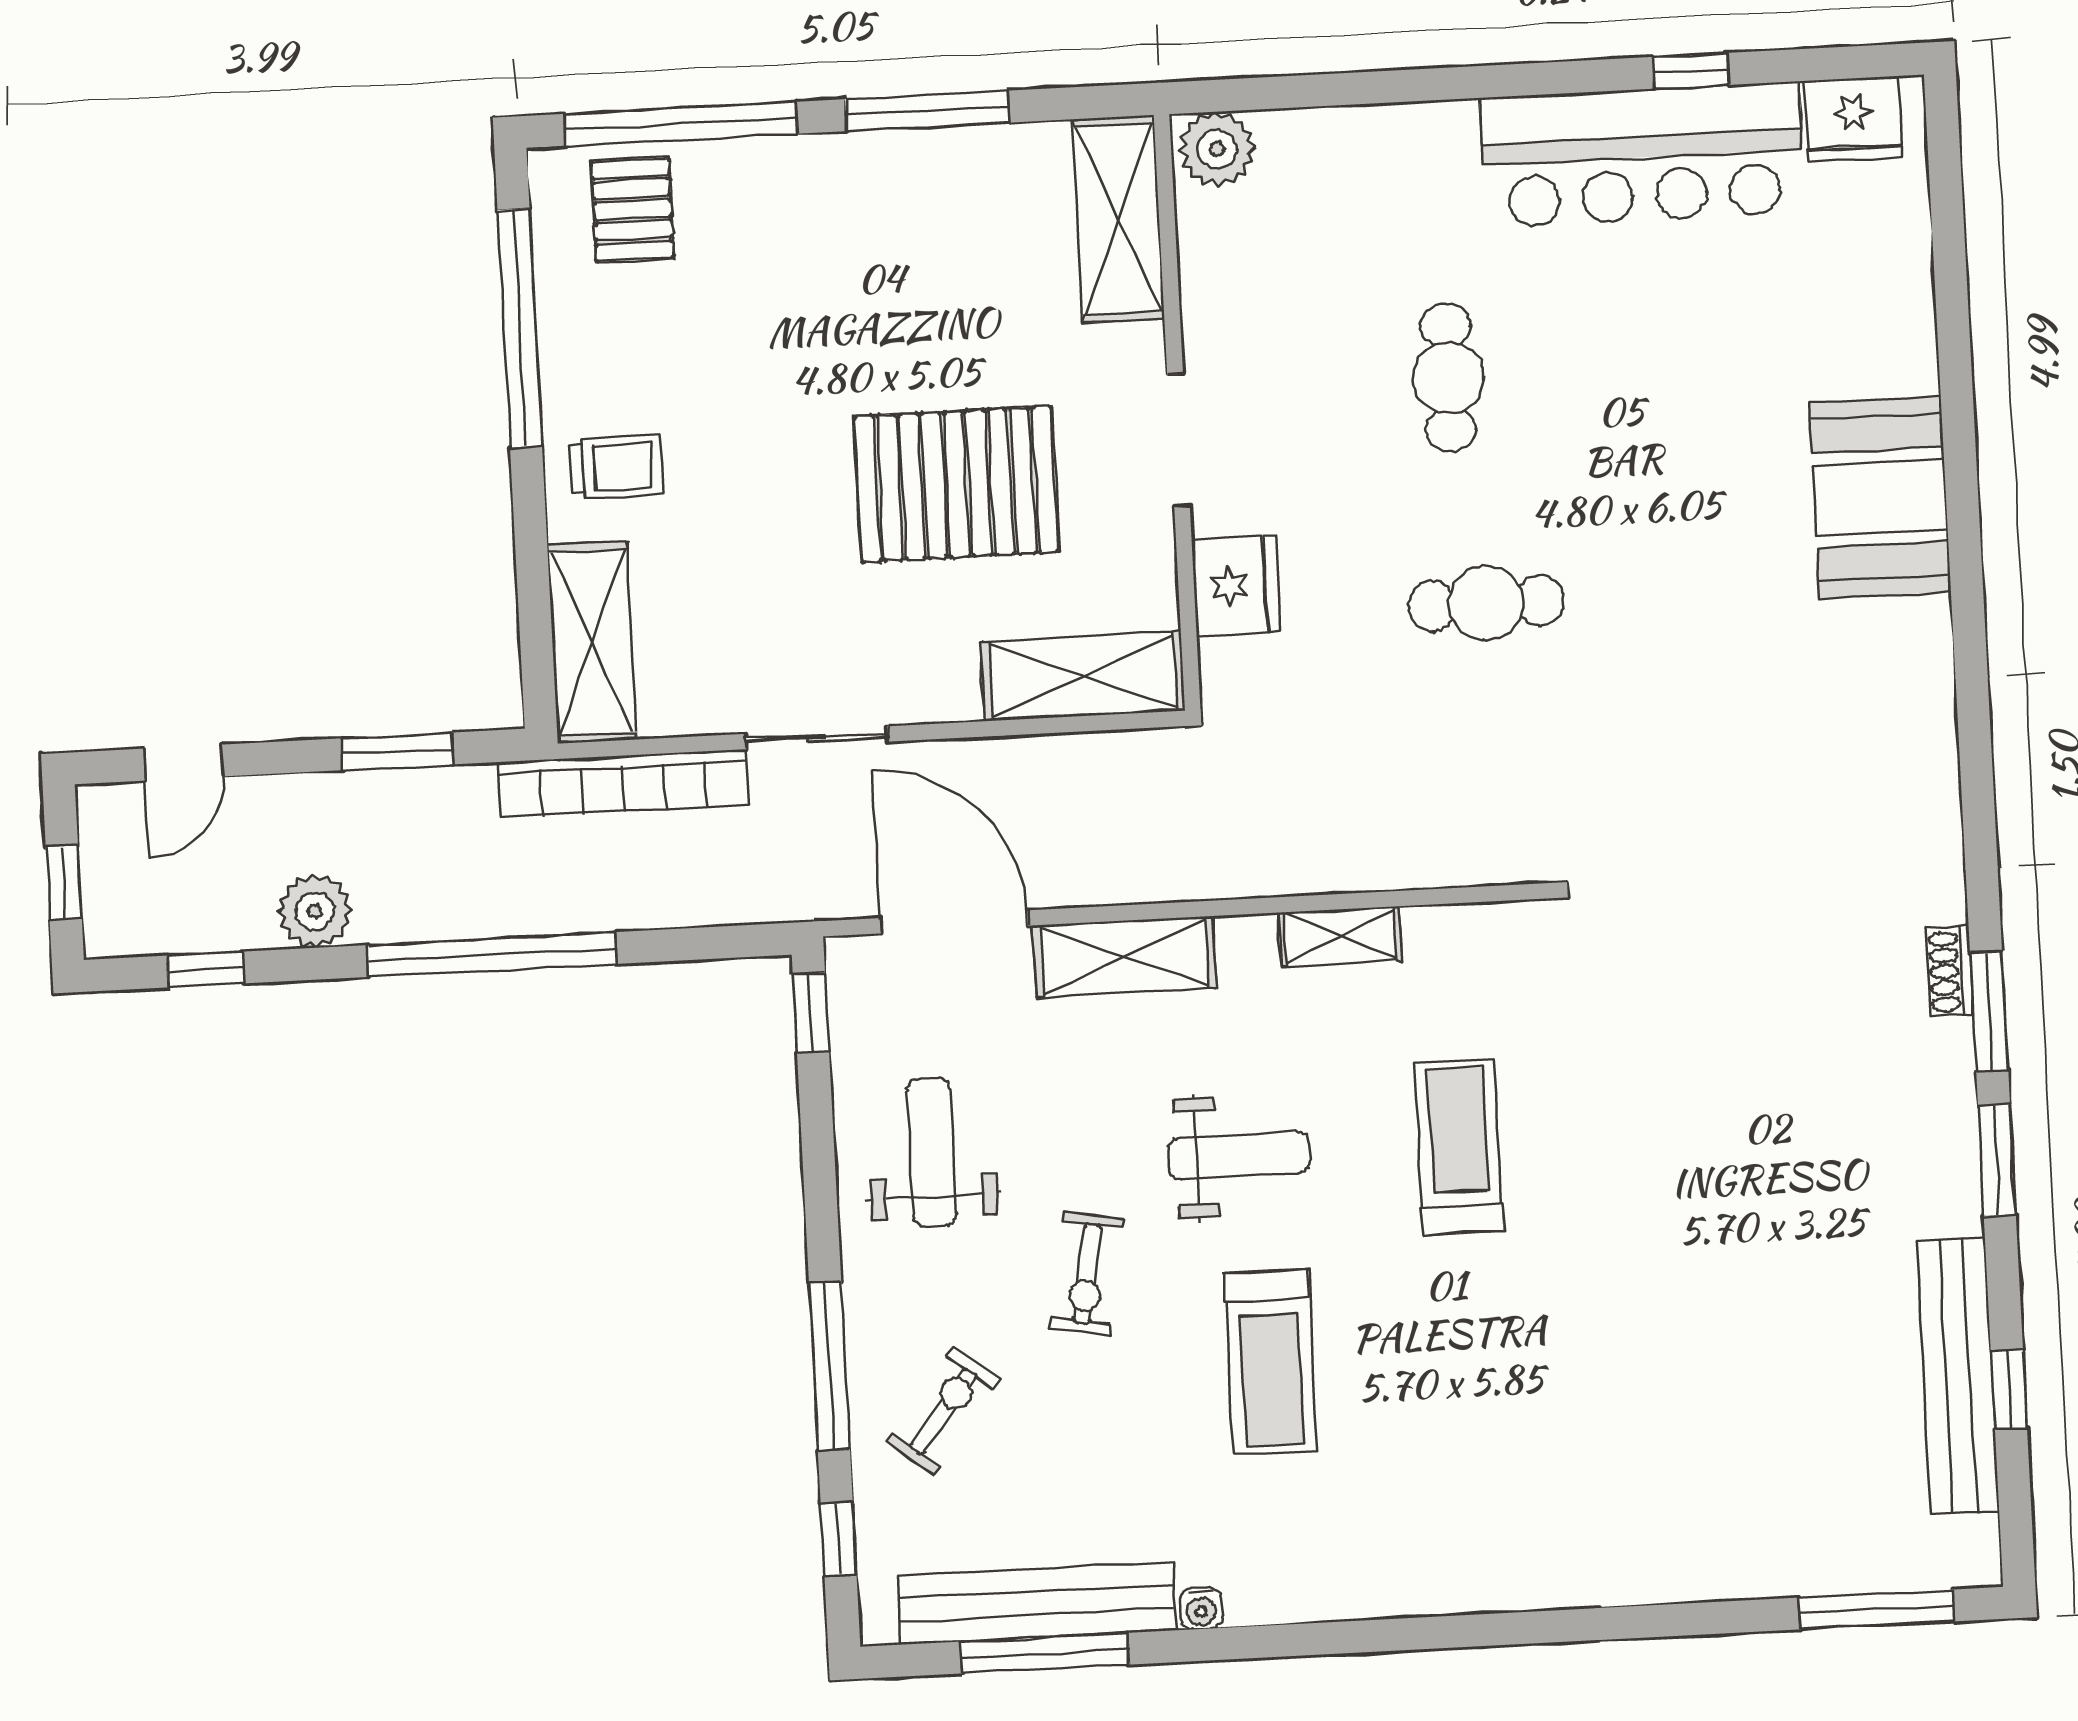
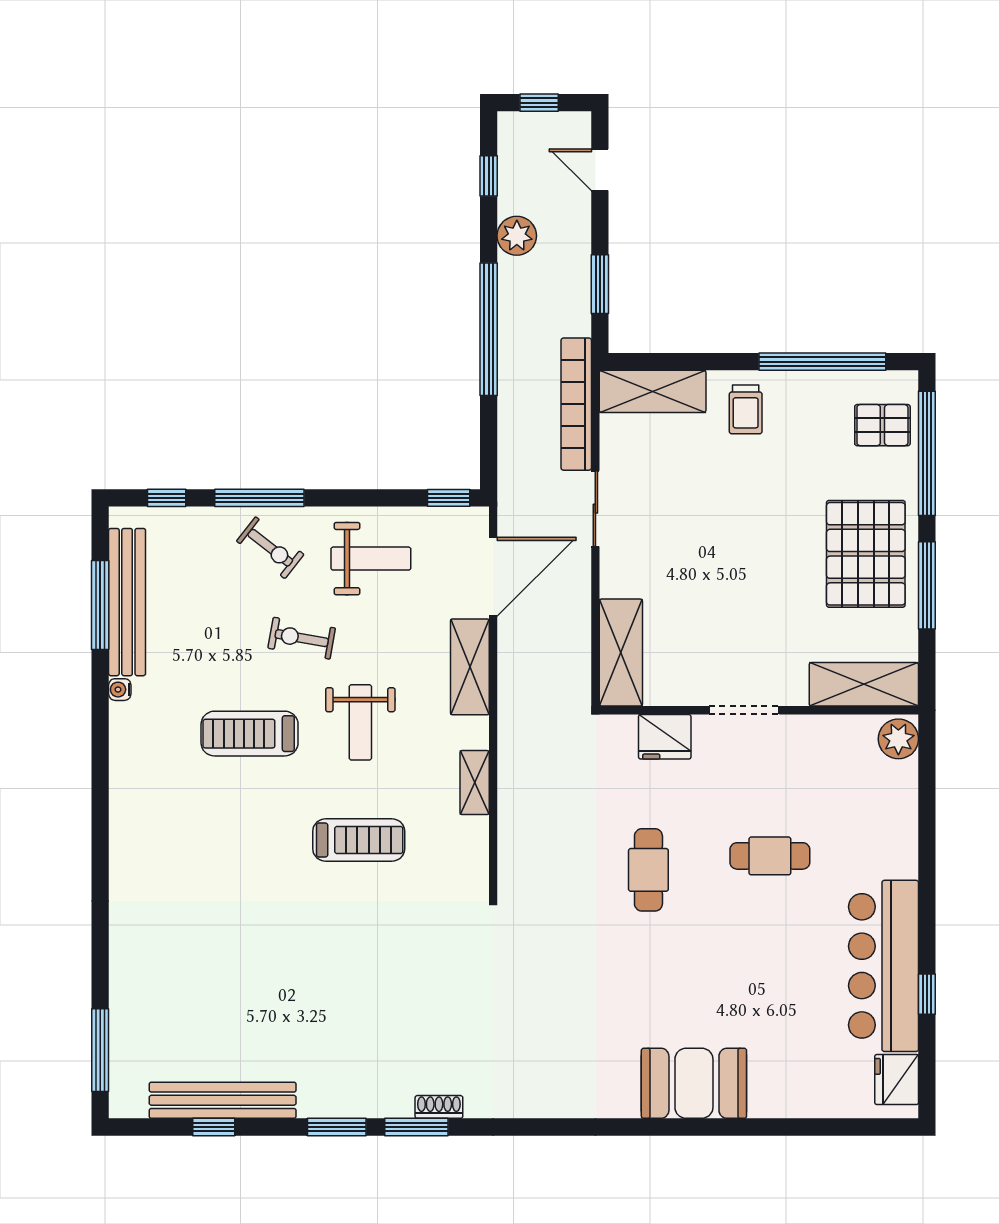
pallet: (956, 484) -> (866, 554), moved
exercise bike: (943, 1411) -> (270, 548), moved

